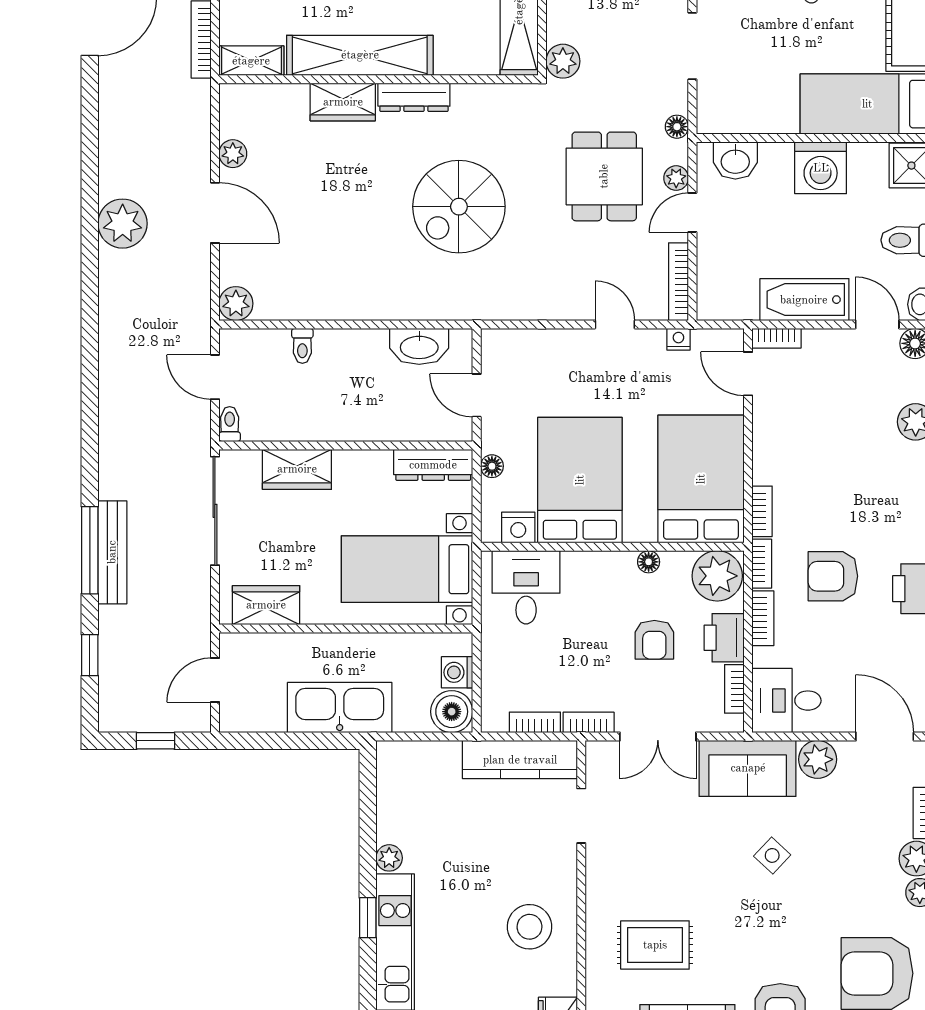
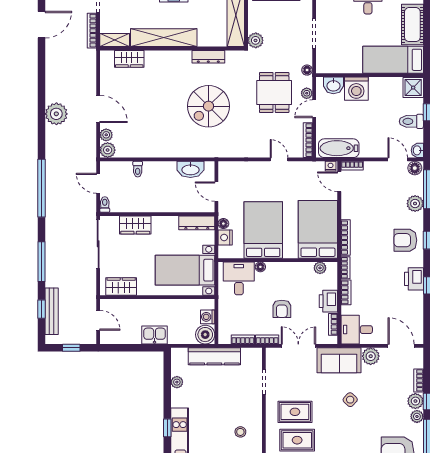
dresser: (414, 97) -> (208, 57), moved
wardrobe: (343, 102) -> (129, 59), moved
plant: (233, 154) -> (106, 135), moved
washing machine: (821, 168) -> (356, 89), moved
bathtub: (804, 300) -> (339, 148), moved
nightstand: (678, 339) -> (331, 166), moved
window: (90, 388) -> (41, 188), added
bookcase: (762, 511) -> (346, 238), width x1.56
nightstand: (518, 528) -> (225, 237), moved, turned 90
bench: (112, 552) -> (52, 311), moved
floor lamp: (649, 562) -> (260, 267), moved
plant: (717, 576) -> (320, 268), width x0.53, depth x0.53
armchair: (833, 576) -> (405, 240), moved
armchair: (654, 640) -> (282, 309), moved
door: (215, 680) -> (98, 320), swing flipped
kitchen sink: (340, 707) -> (155, 335), width x0.53, depth x0.81
double door: (658, 736) -> (298, 346), swing flipped
kitchen counter: (520, 760) -> (214, 356), moved
plant: (389, 858) -> (177, 382), moved
rug: (650, 882) -> (295, 412), added
stool: (529, 927) -> (240, 432), width x0.53, depth x0.53

